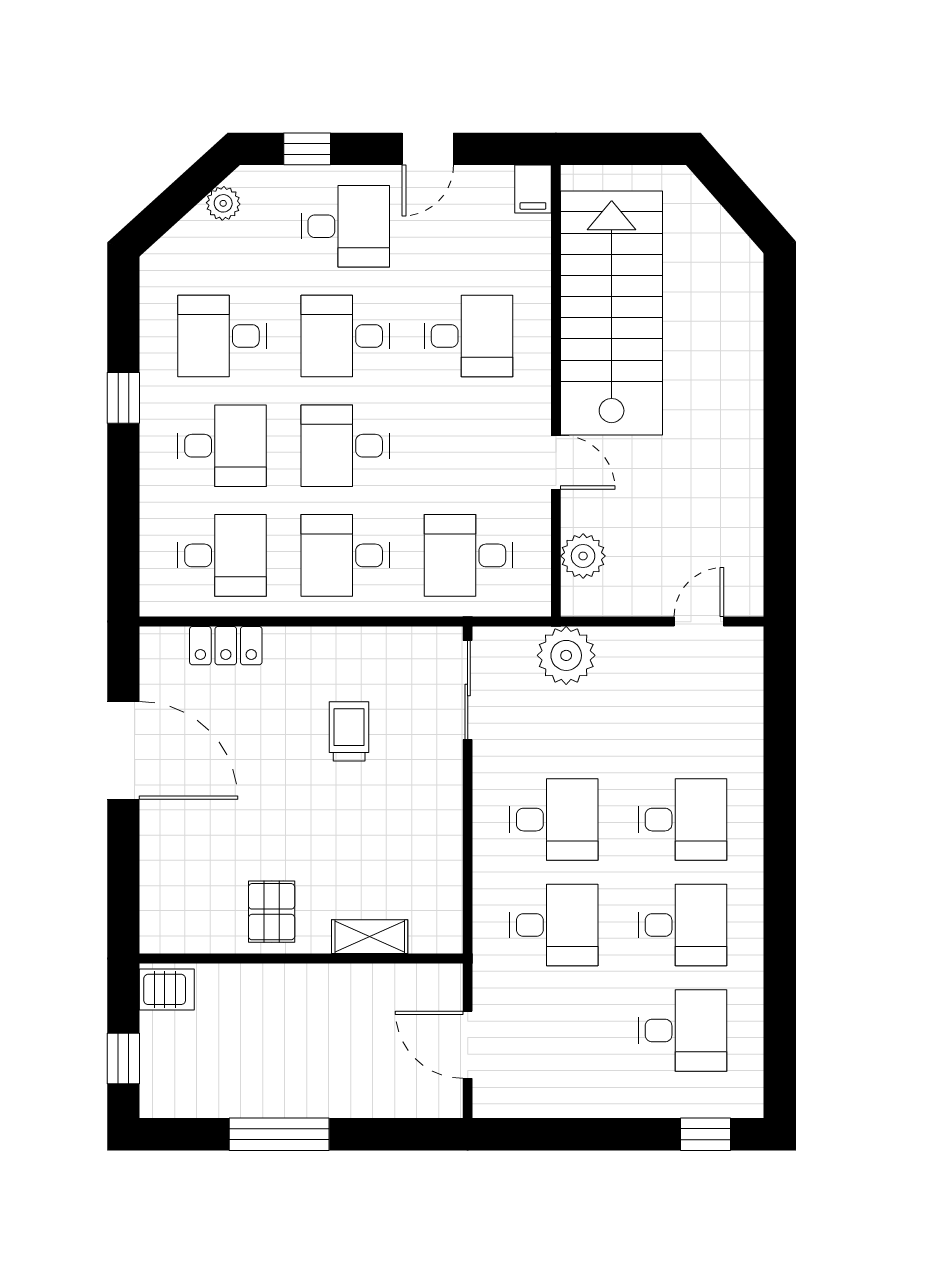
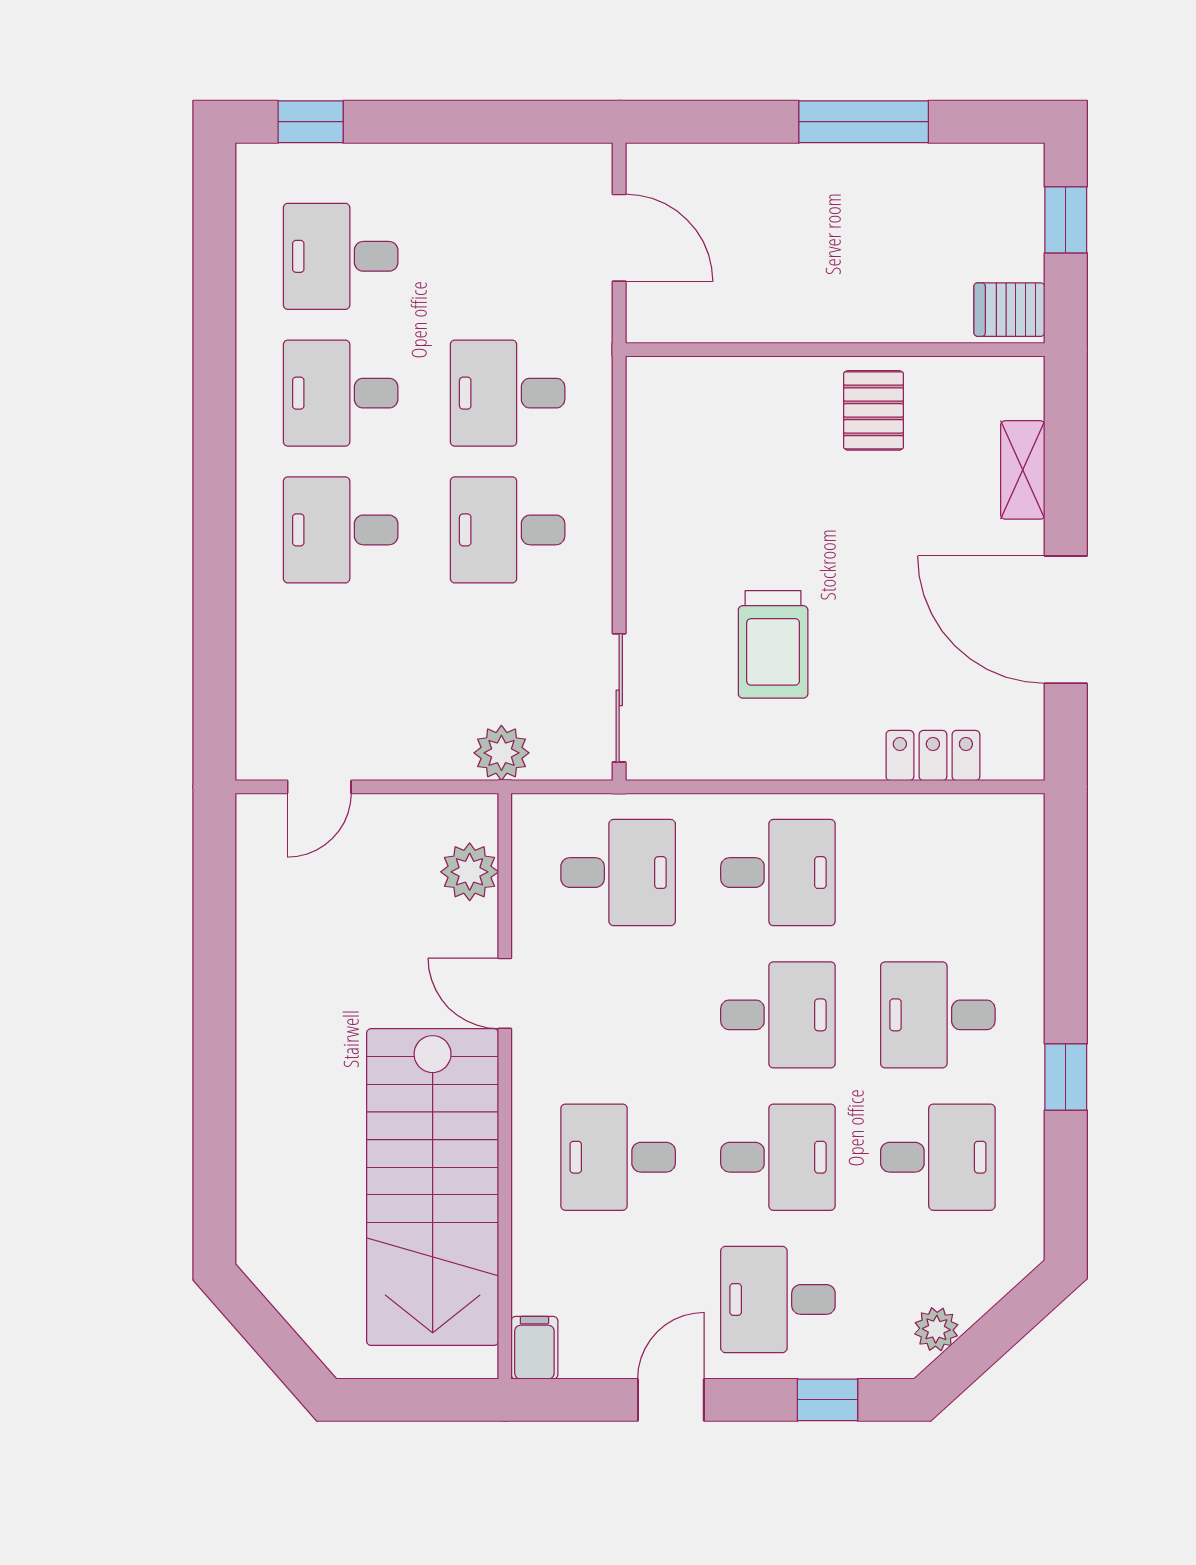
desk: (222, 555) -> (938, 873), removed
plant: (566, 655) -> (501, 753), width x0.73, depth x0.73
trolley: (349, 731) -> (773, 644), width x1.36, depth x1.39
shelving: (370, 937) -> (1023, 470), moved, turned 90

